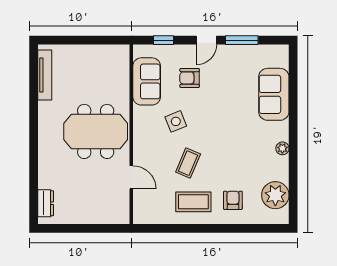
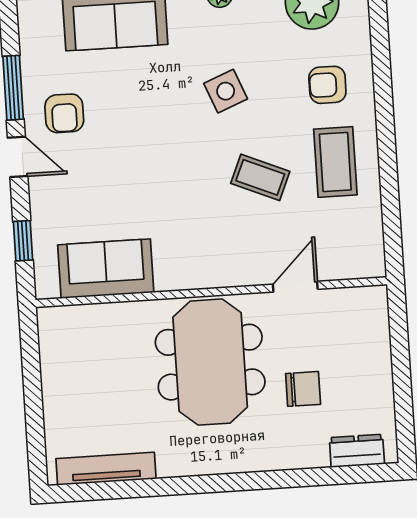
armchair: (190, 78) -> (64, 113), moved
side table: (176, 121) -> (226, 91), moved
chair: (79, 178) -> (303, 389), added

